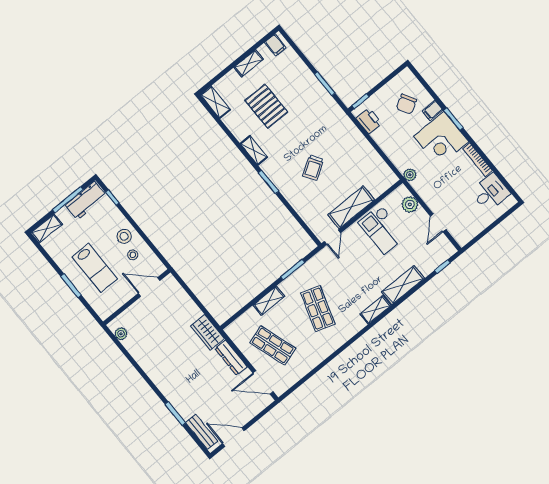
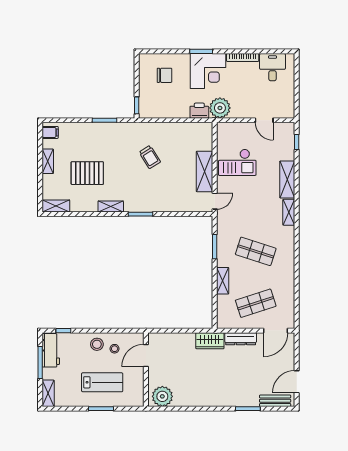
chair: (406, 104) -> (164, 75), turned -60
filing cabinet: (433, 111) -> (184, 61), removed
printer: (369, 121) -> (199, 111), moved
trolley: (313, 168) -> (150, 157), moved
plant: (410, 175) -> (220, 108), width x1.87, depth x1.87
plant: (410, 204) -> (236, 129), removed
door: (332, 237) -> (215, 201), hinge flipped
plant: (121, 334) -> (162, 396), width x1.87, depth x1.87

